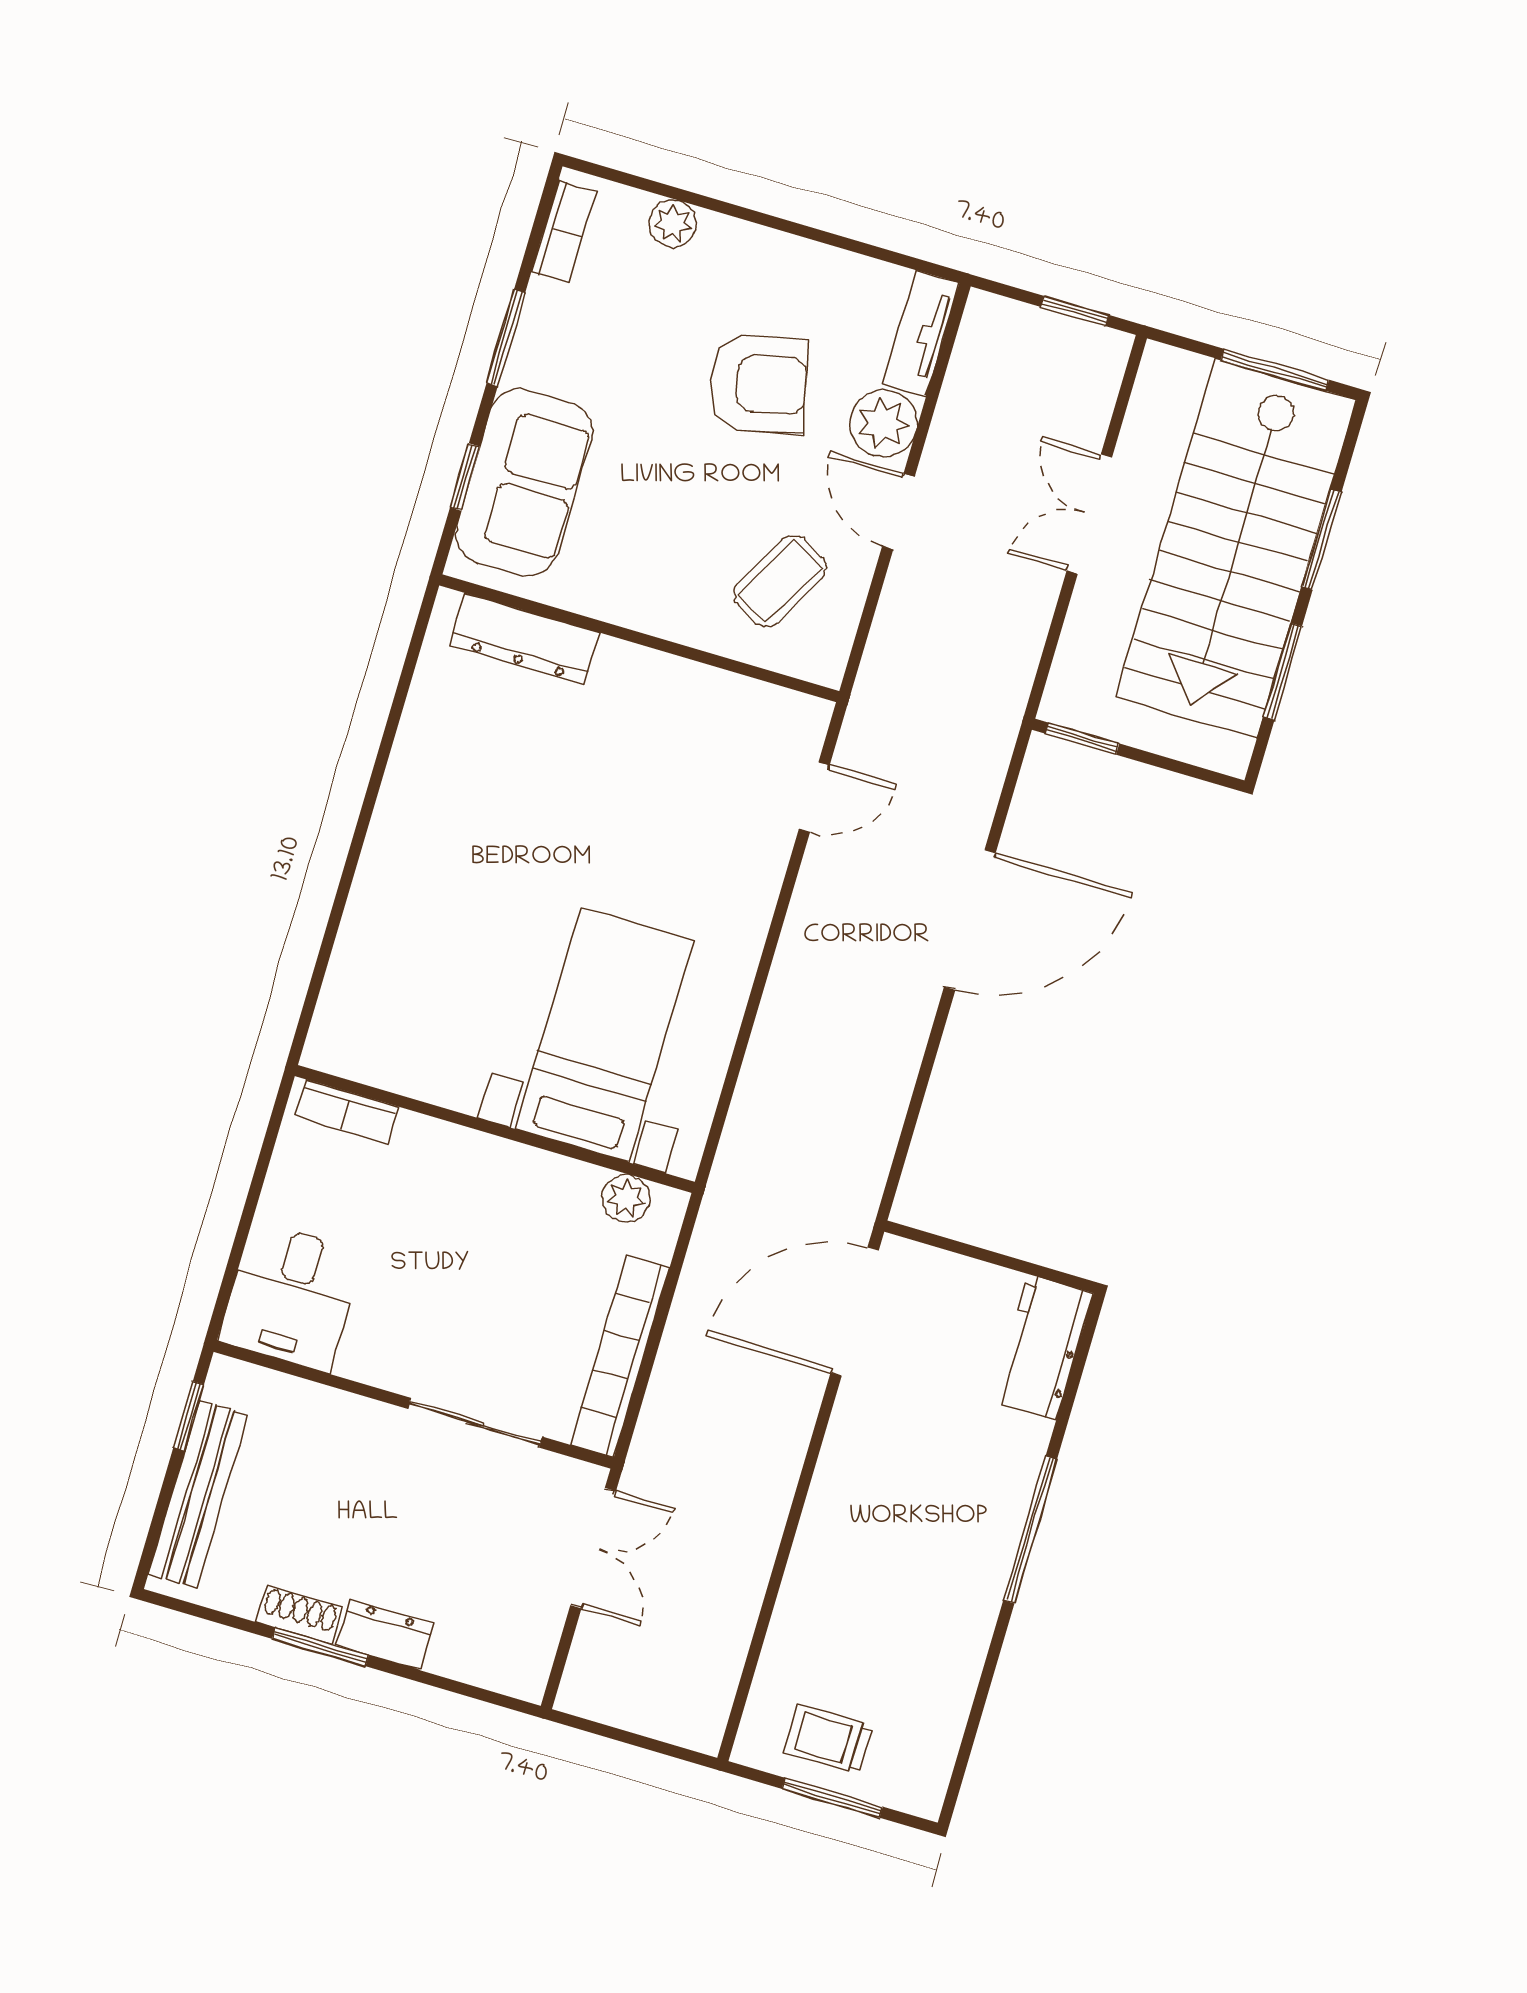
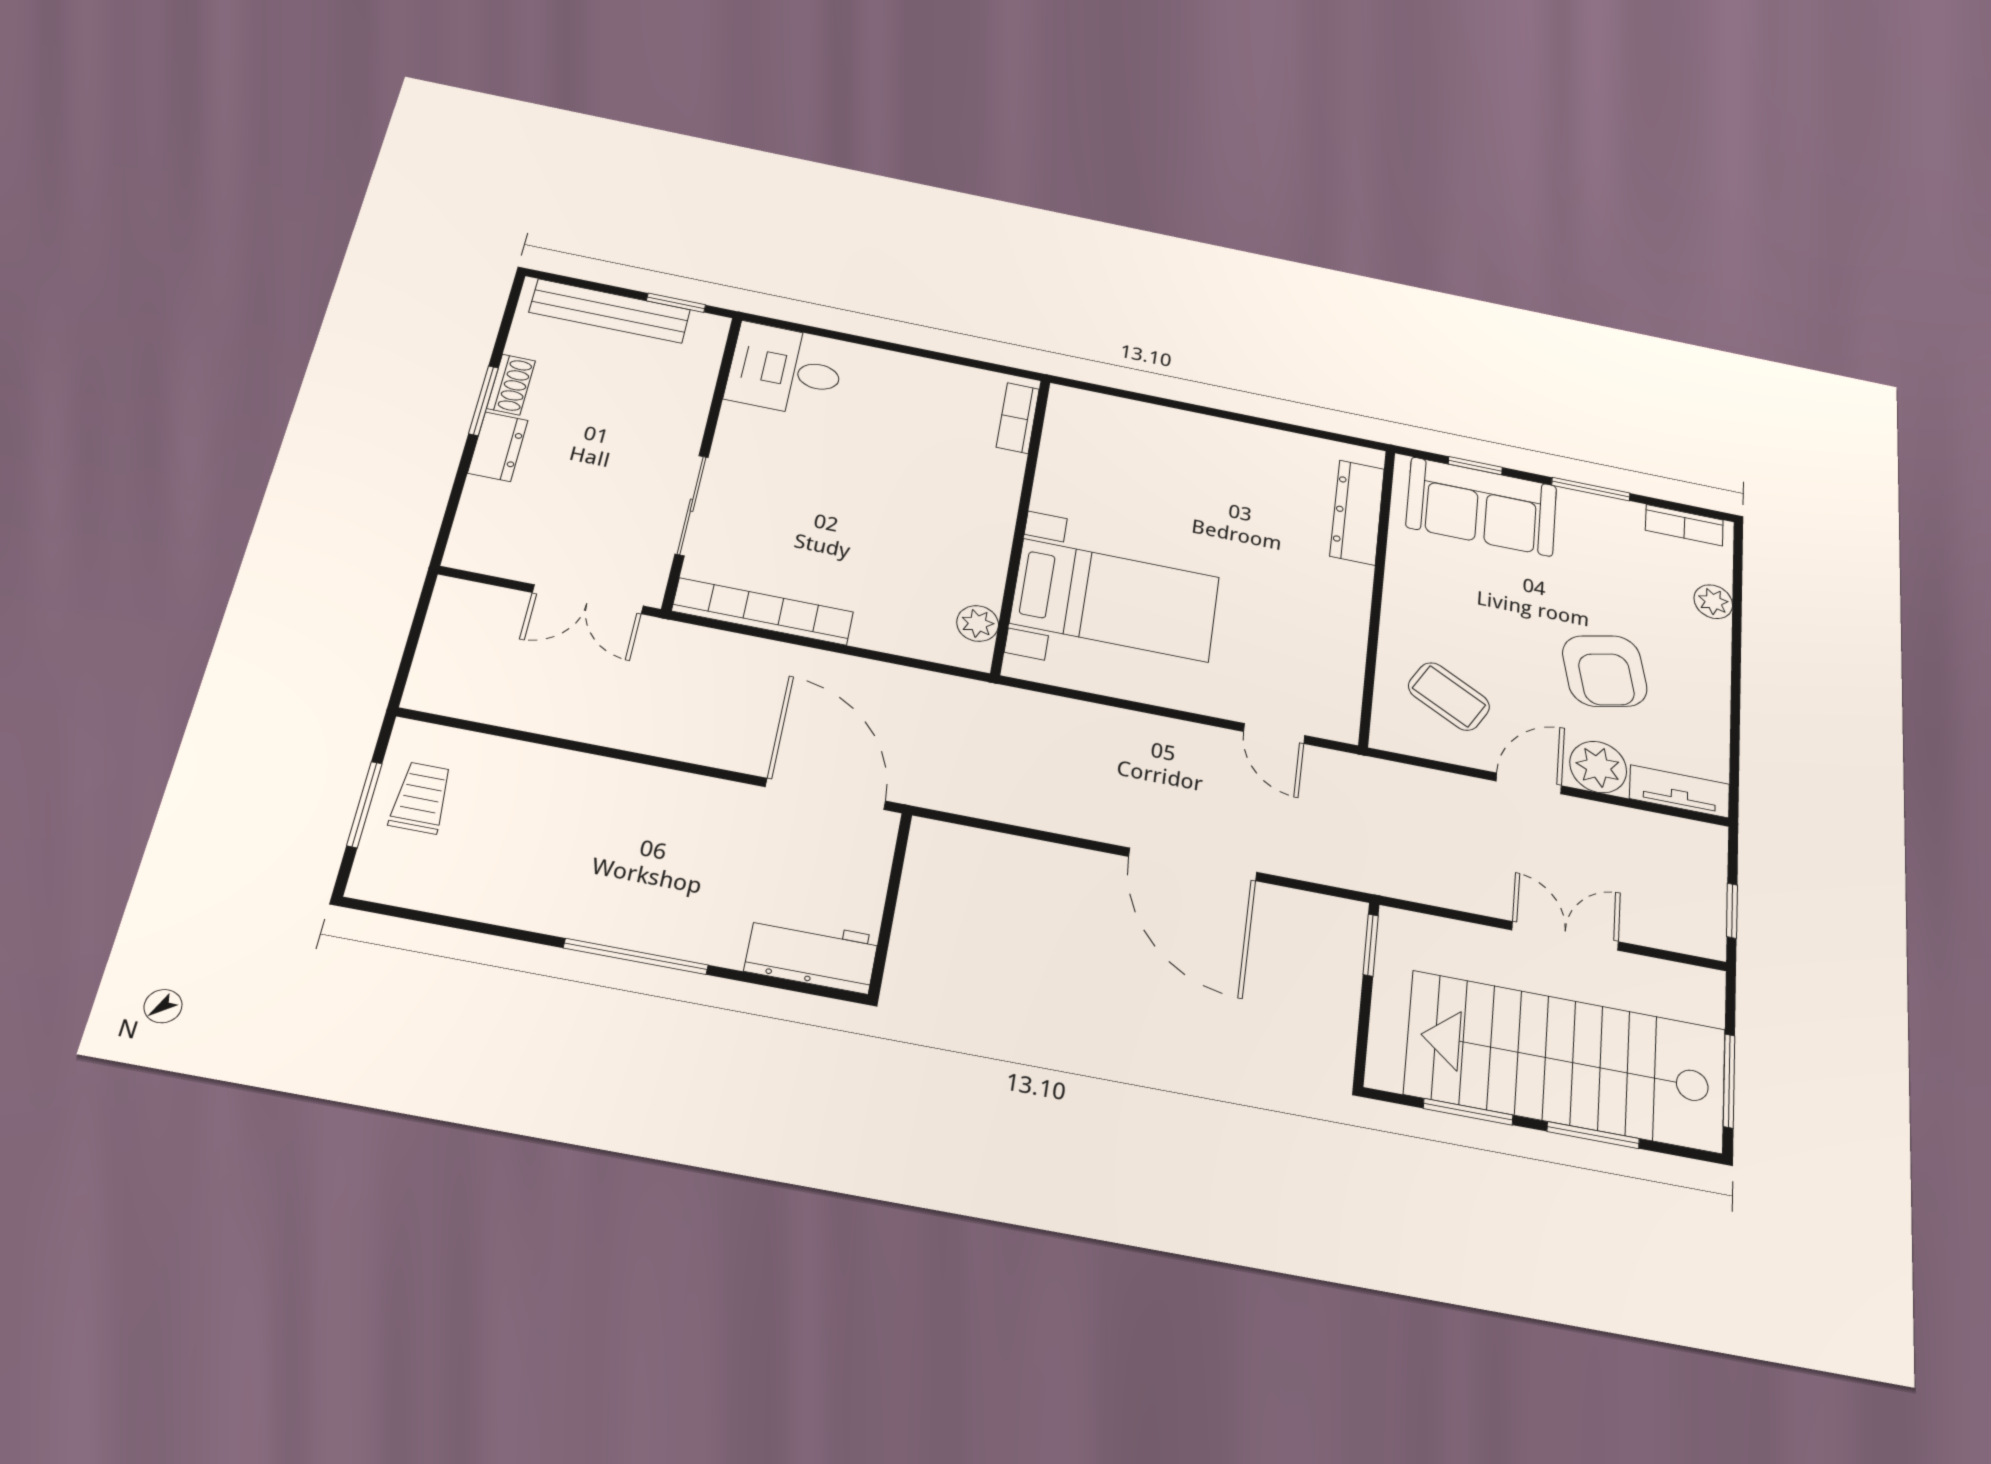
bed with nightstands: (604, 1034) -> (1115, 600), moved
bookcase: (347, 1112) -> (1018, 418), moved
wall: (495, 1129) -> (1021, 524), moved
plant: (626, 1198) -> (978, 623), moved

